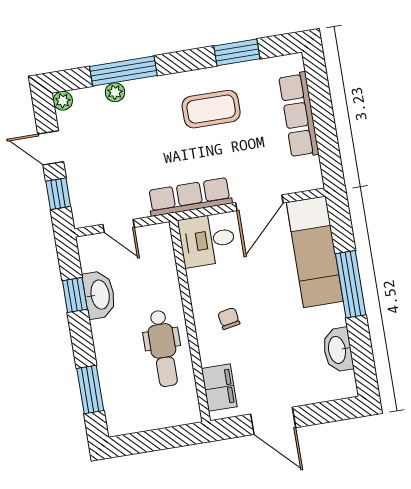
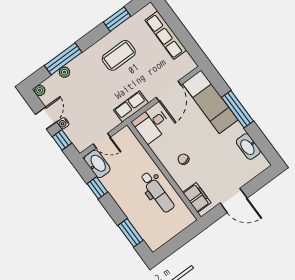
door: (51, 148) -> (46, 118), swing flipped
water cooler: (73, 169) -> (63, 123), added
row of seats: (190, 197) -> (131, 107), width x0.68
washbasin: (99, 295) -> (97, 164), moved

